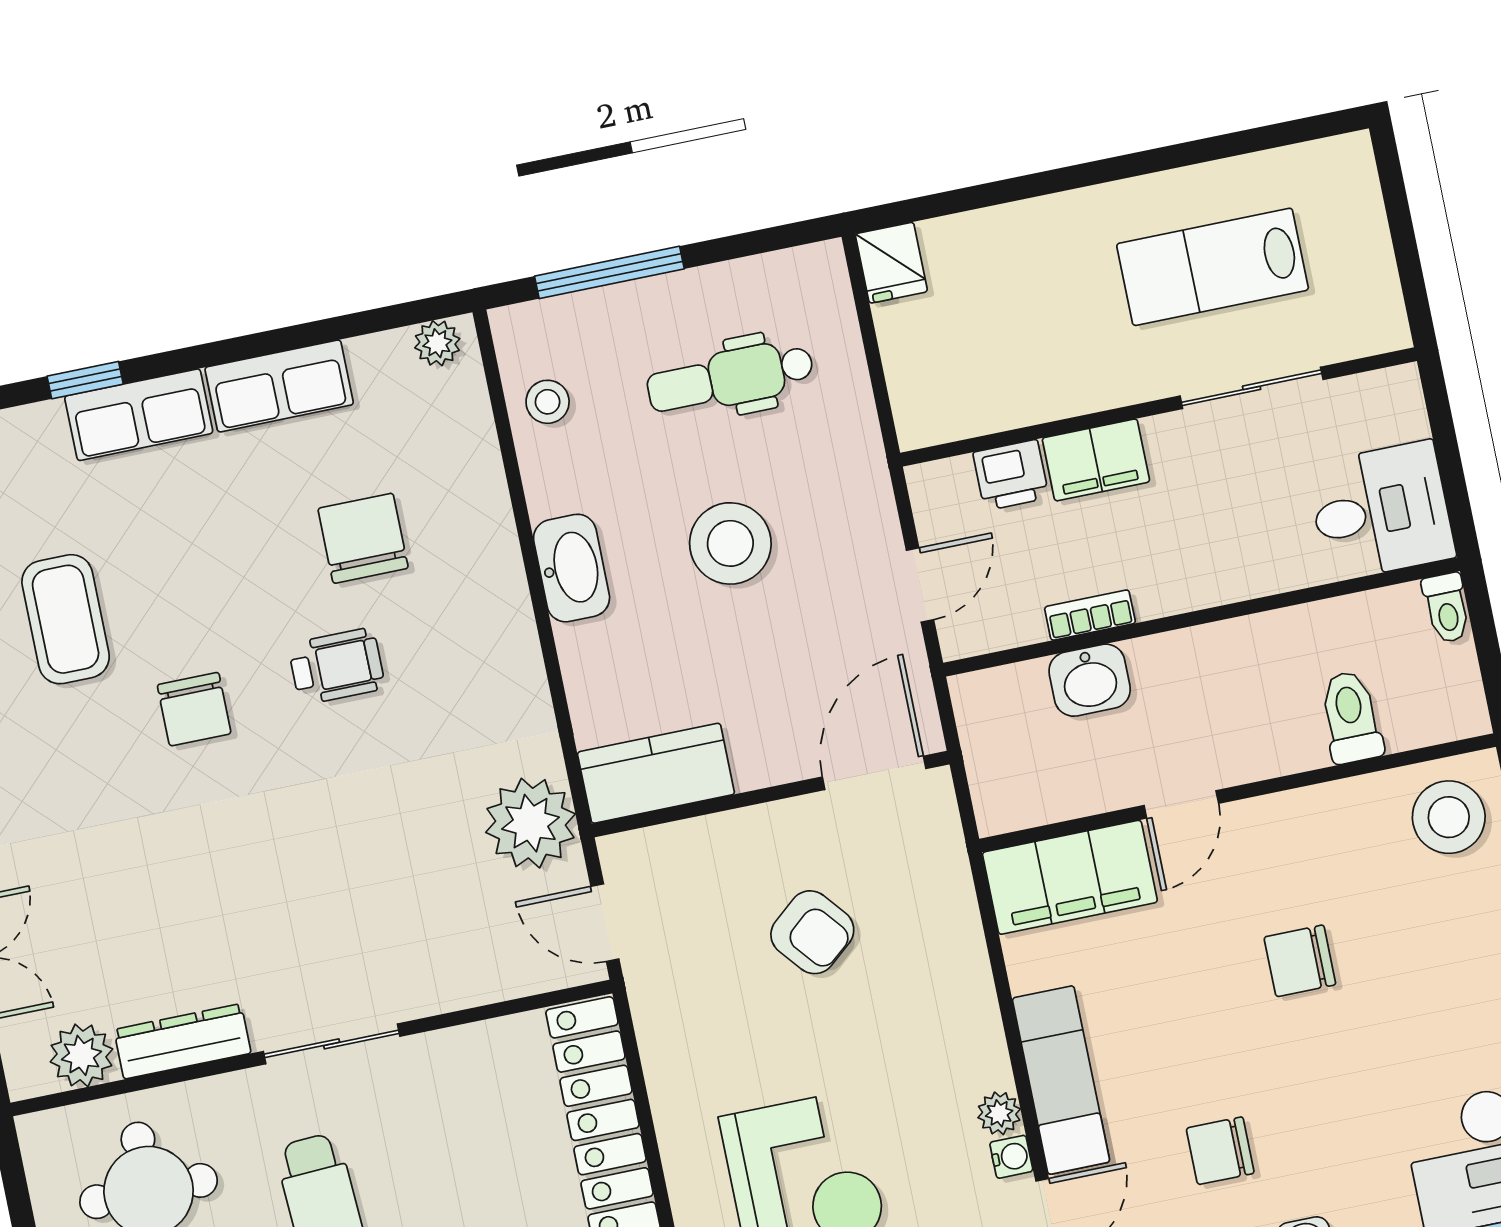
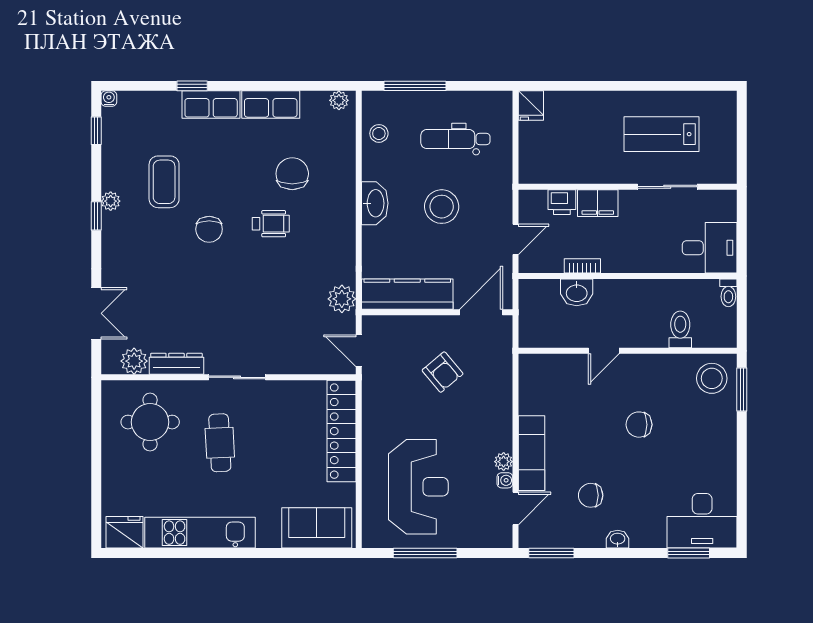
kitchen counter: (656, 773) -> (407, 294), width x1.50
plant: (531, 823) -> (342, 299), width x0.73, depth x0.73
filing cabinet: (1070, 877) -> (552, 371), removed

